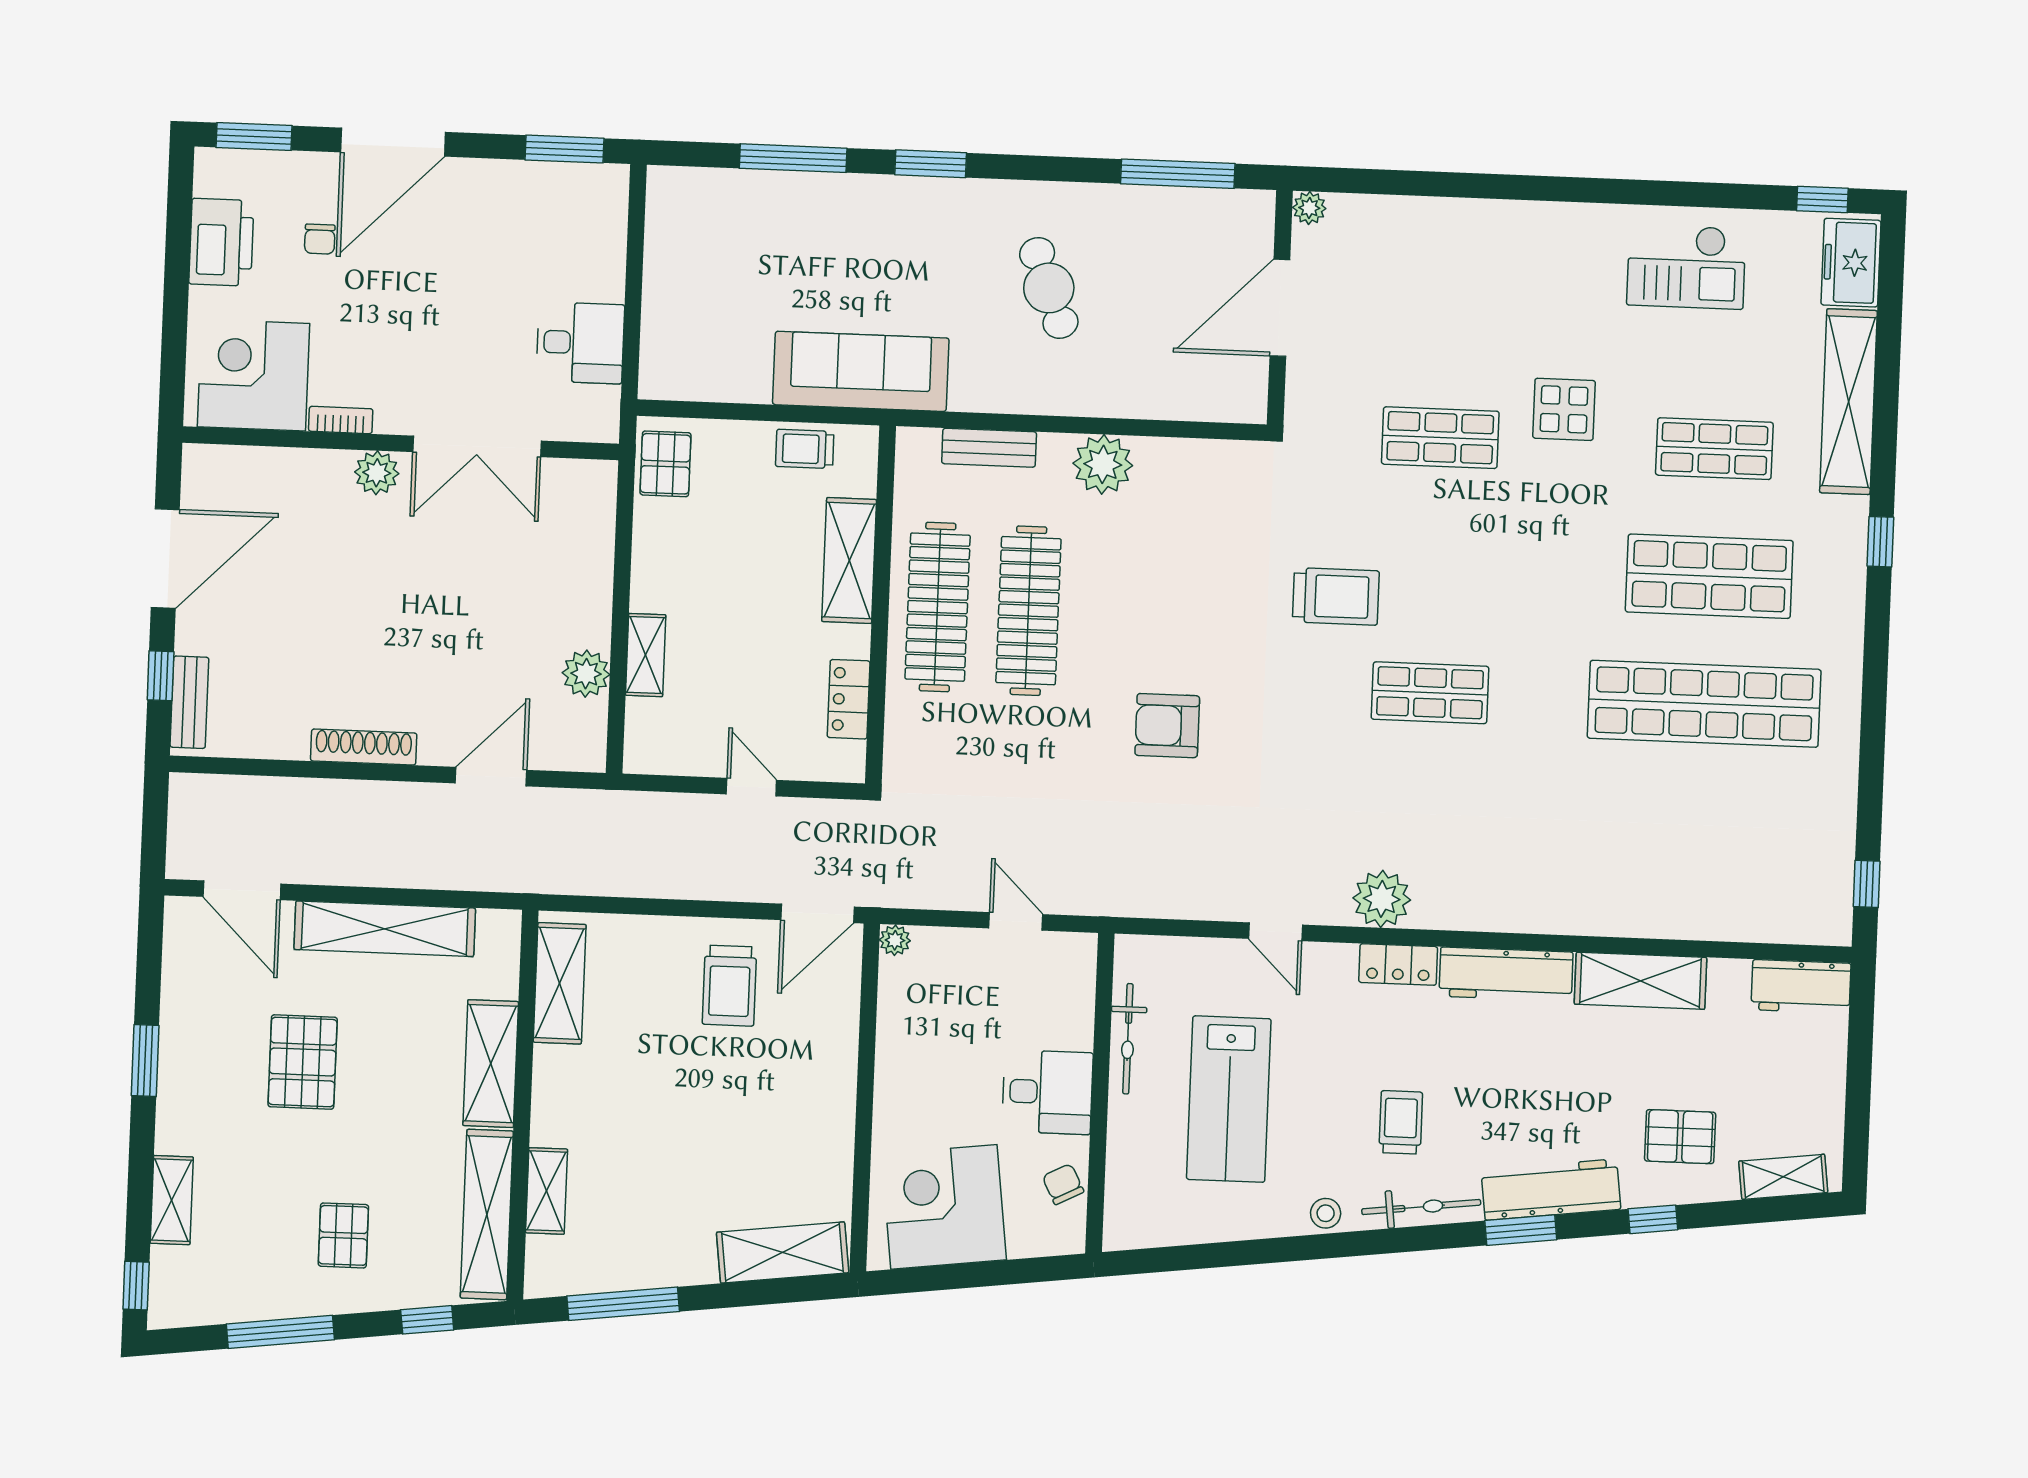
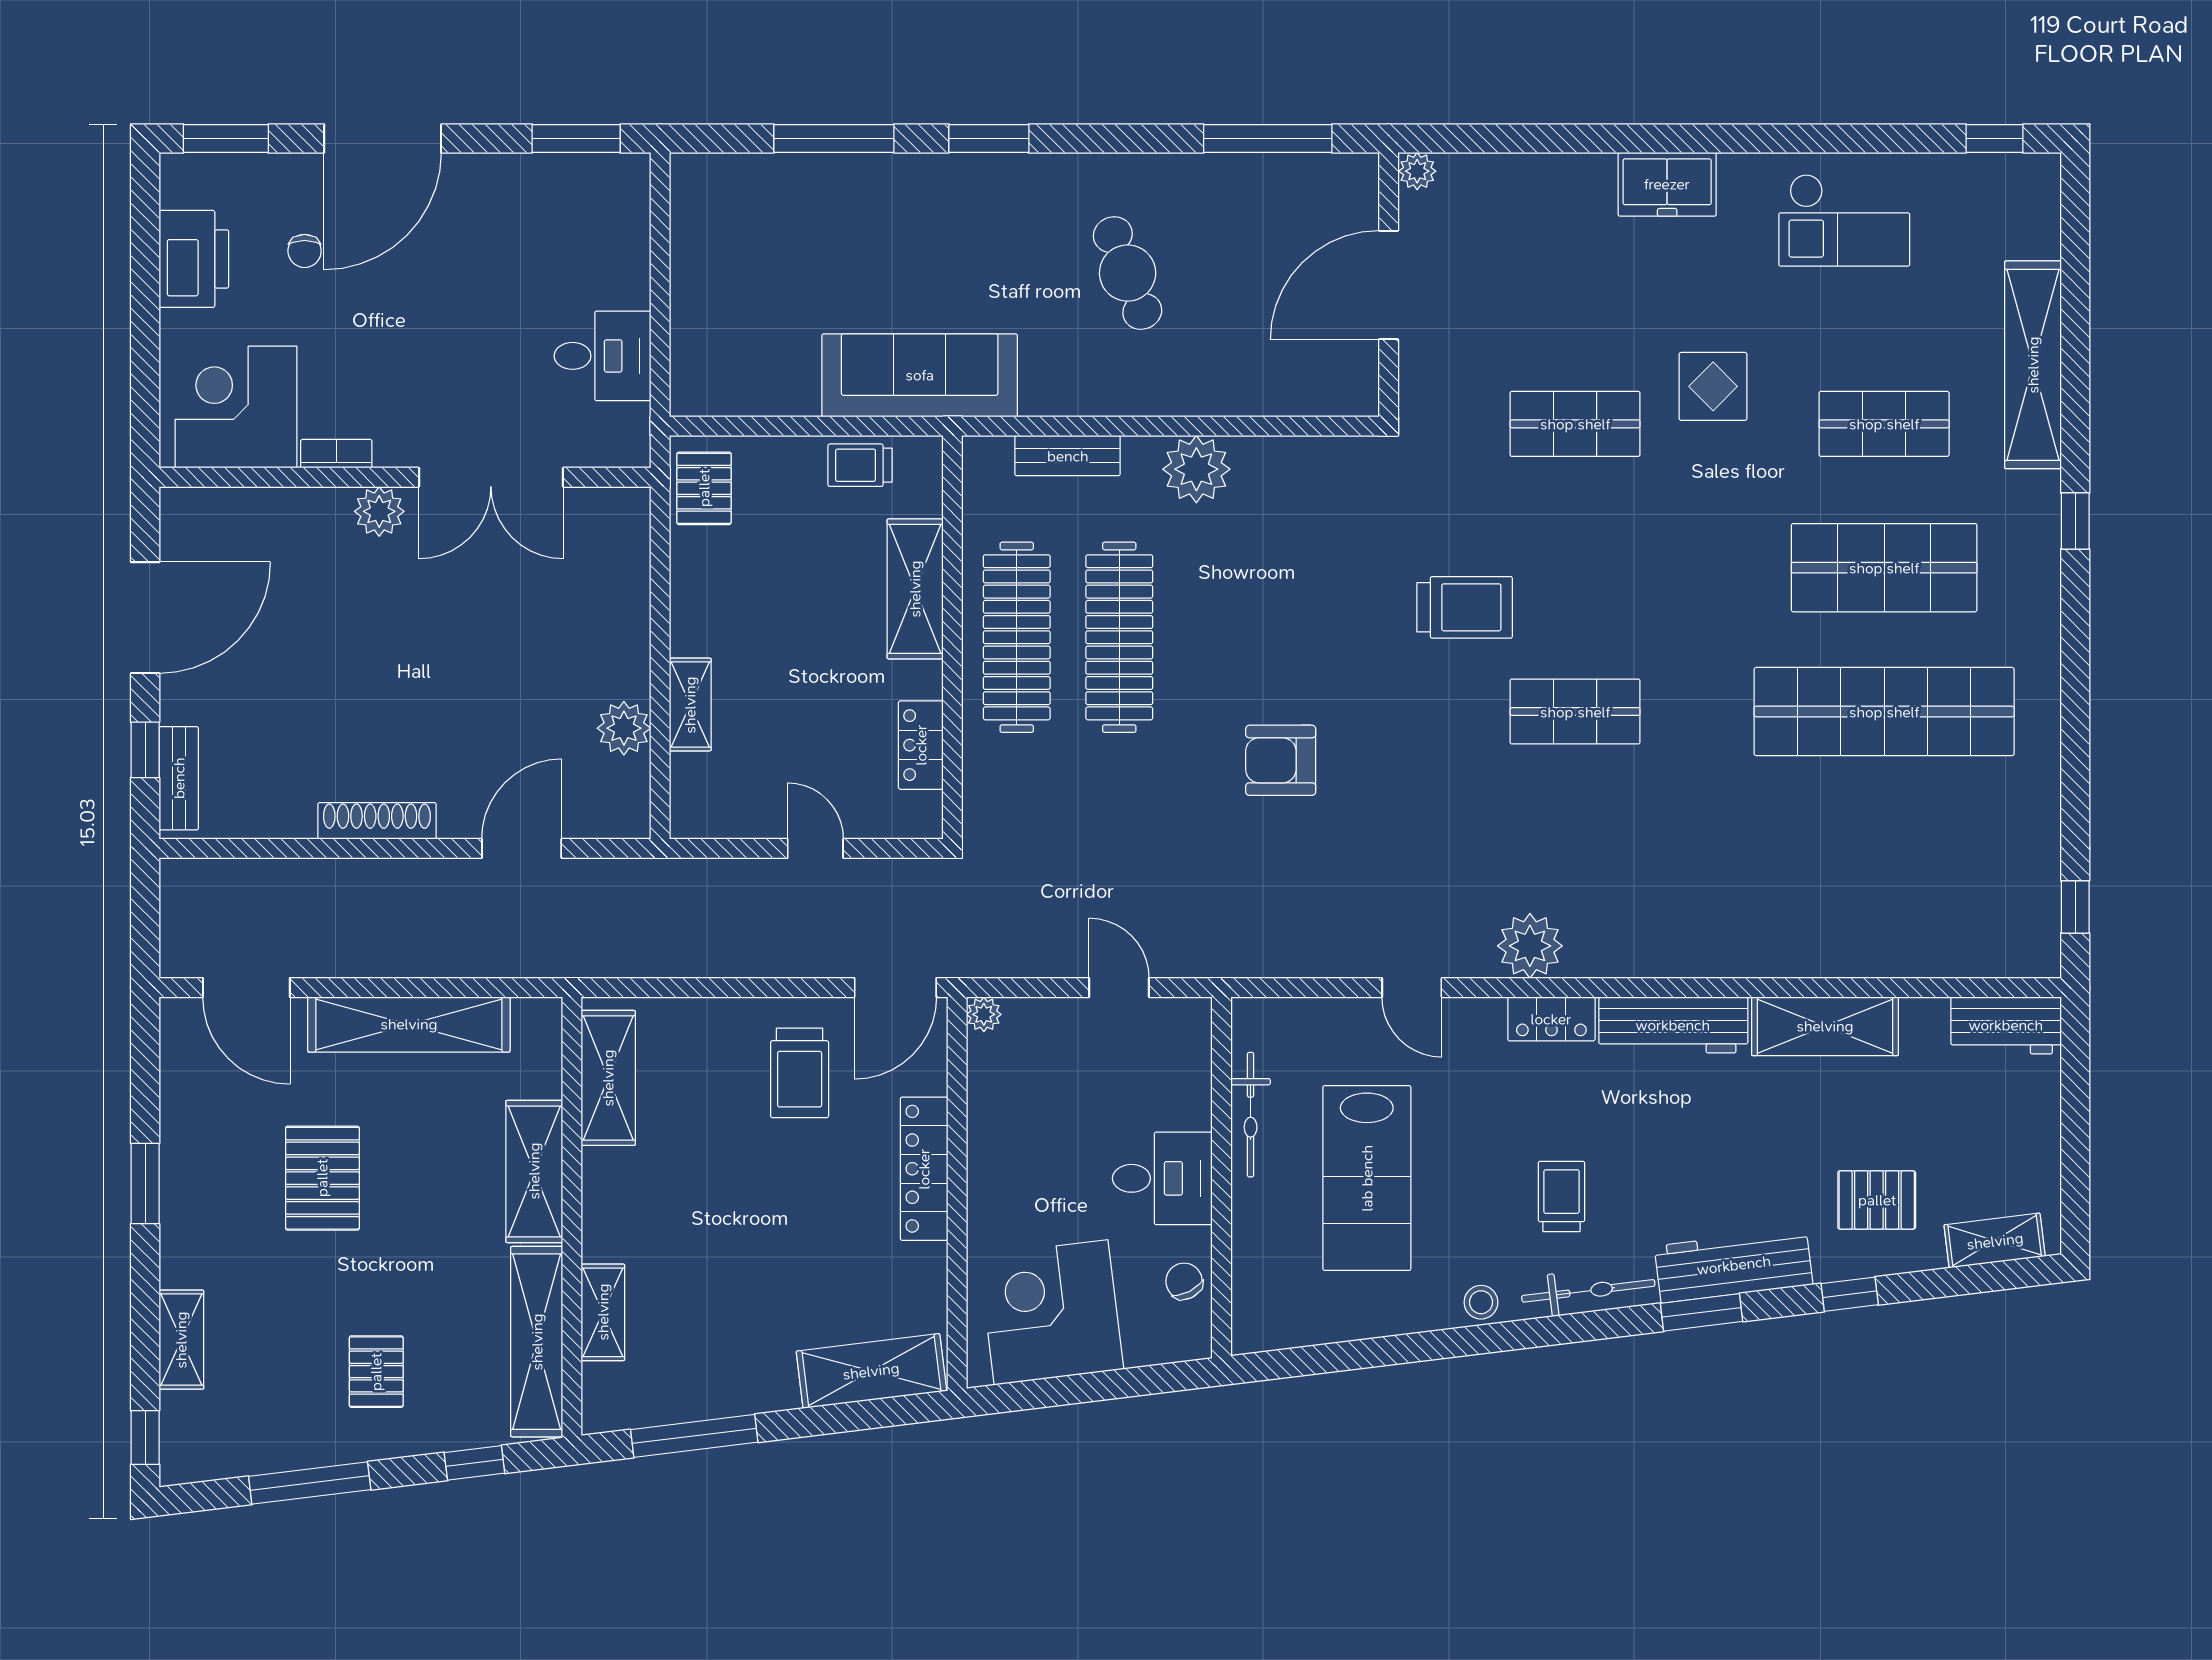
freezer: (1851, 263) -> (1667, 184), moved, turned -90
locker: (836, 1075) -> (924, 1169), added

